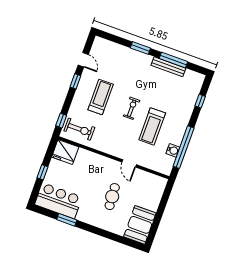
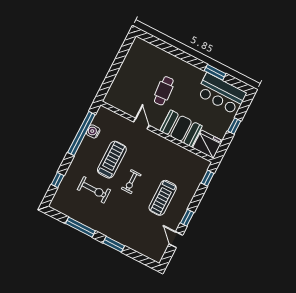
bench: (168, 67) -> (87, 221), removed
exercise bike: (79, 129) -> (94, 190), moved, turned 180
booth: (140, 225) -> (181, 128), moved, turned 90

